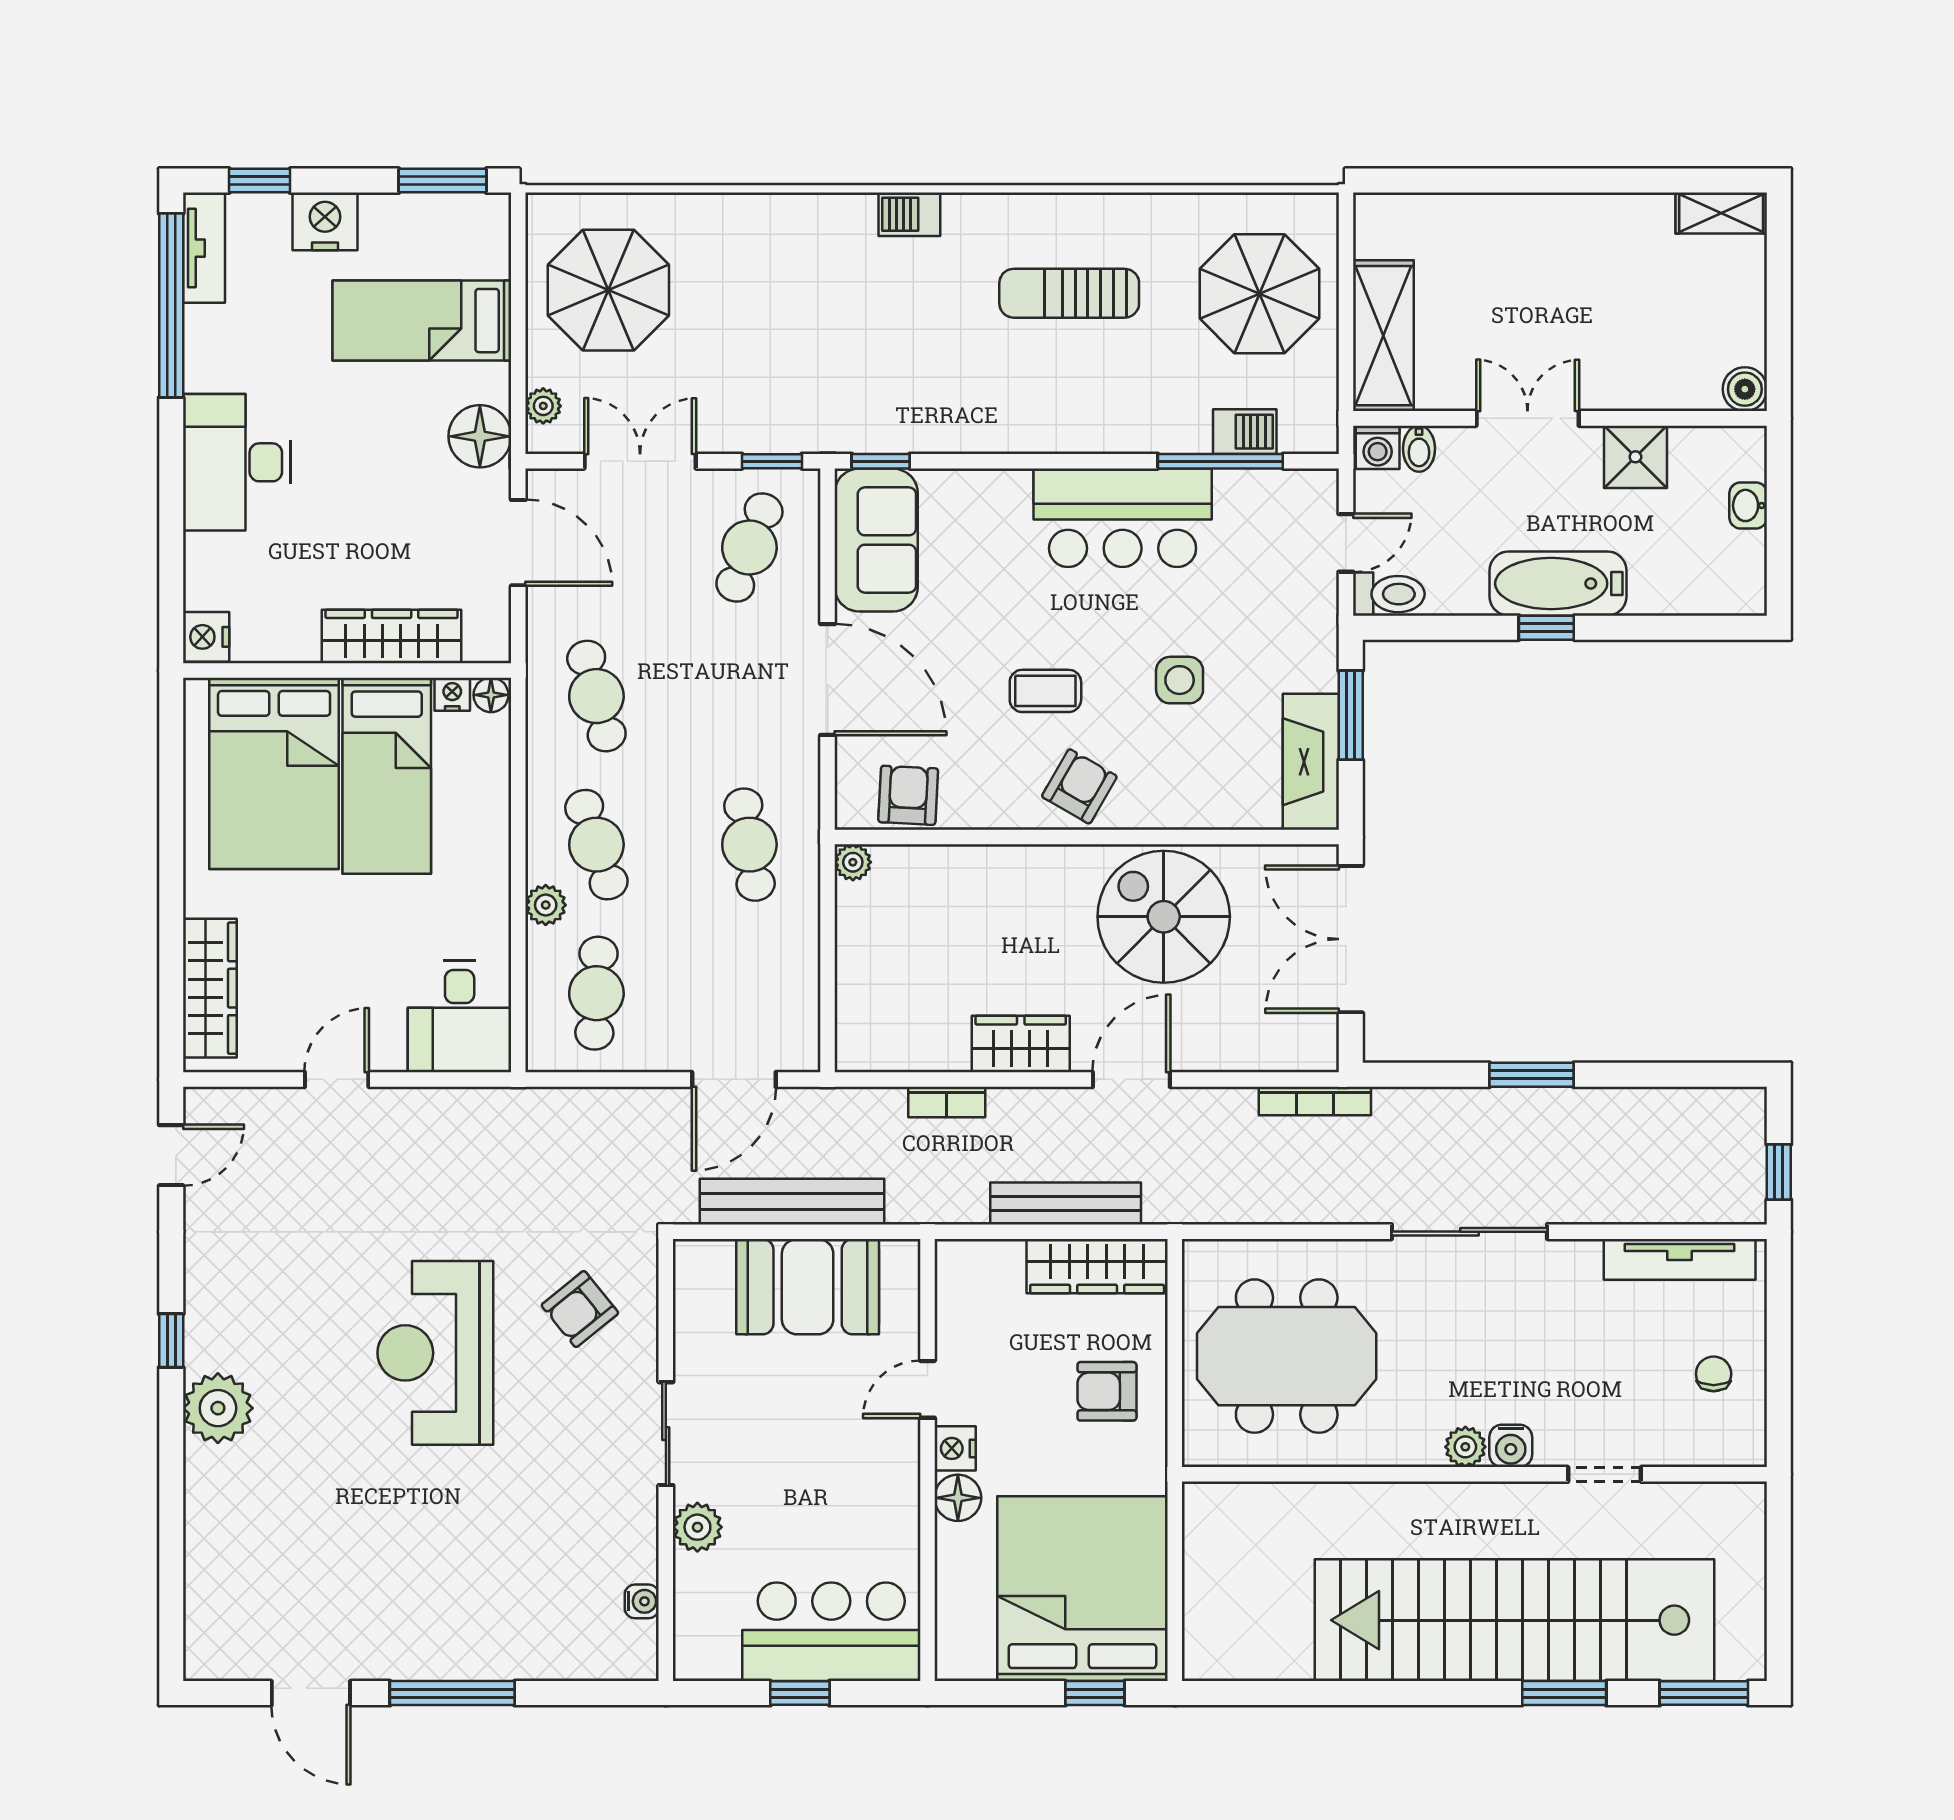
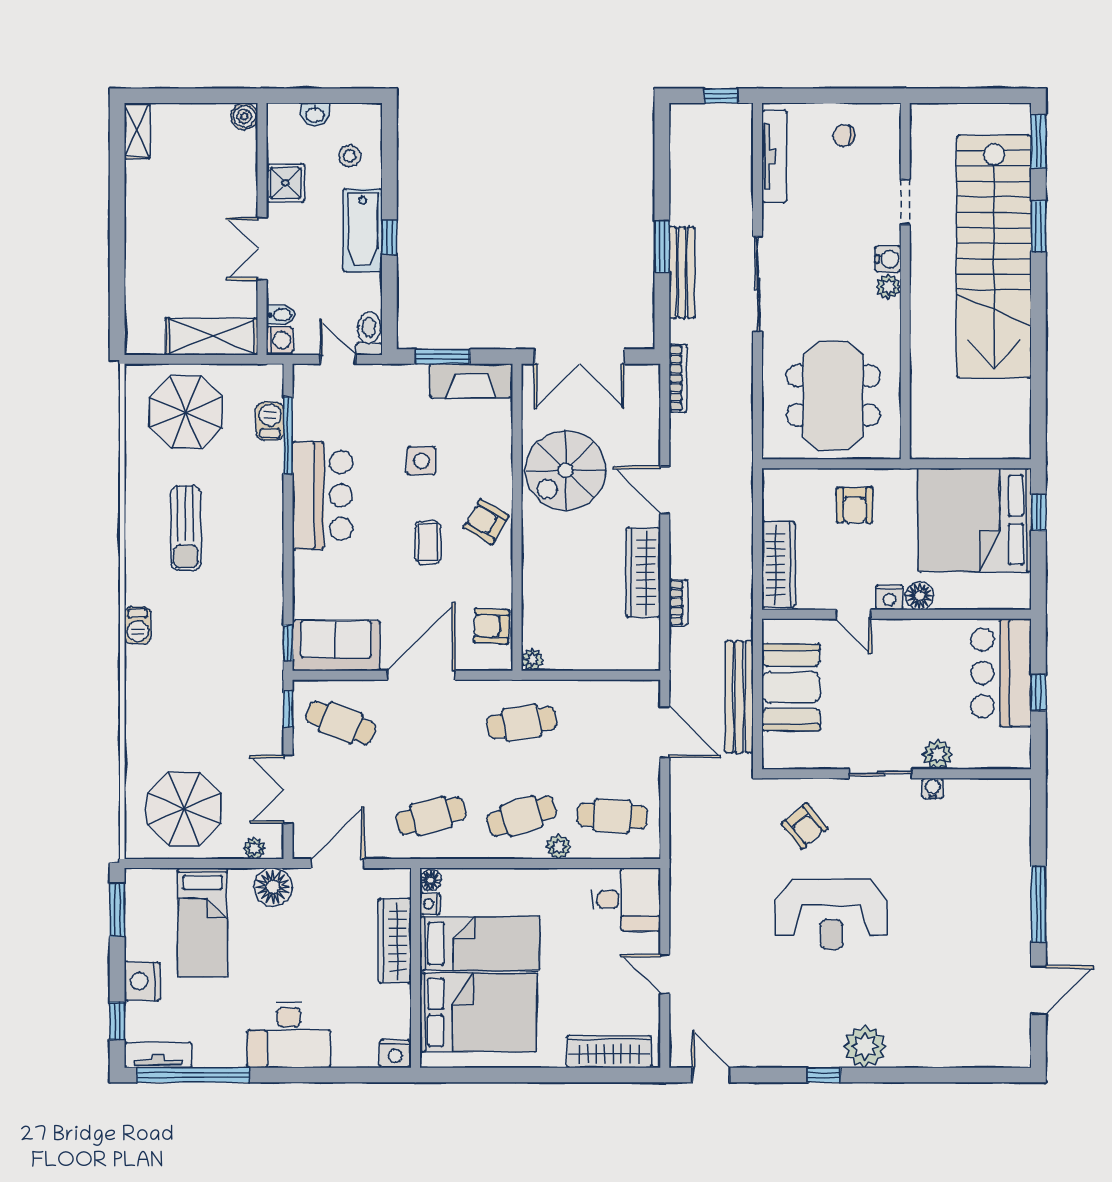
stool: (1680, 562) -> (350, 156), added
wardrobe: (1021, 1044) -> (643, 572), width x1.50
bench: (1066, 1203) -> (682, 273), moved
wardrobe: (1097, 1266) -> (778, 564), moved
water cooler: (642, 1601) -> (933, 788), moved

